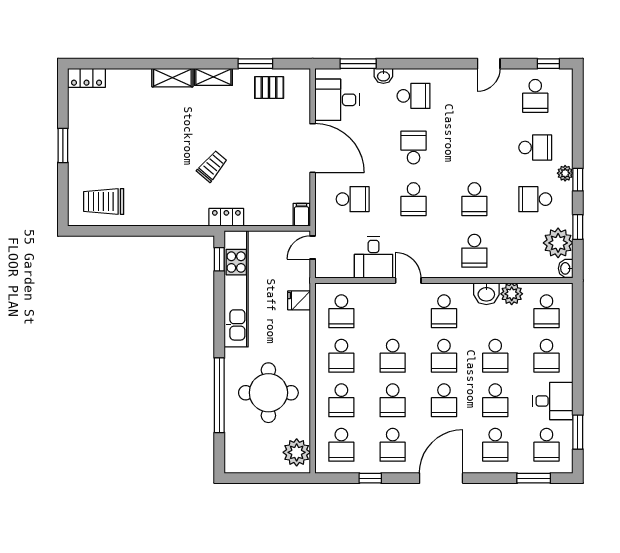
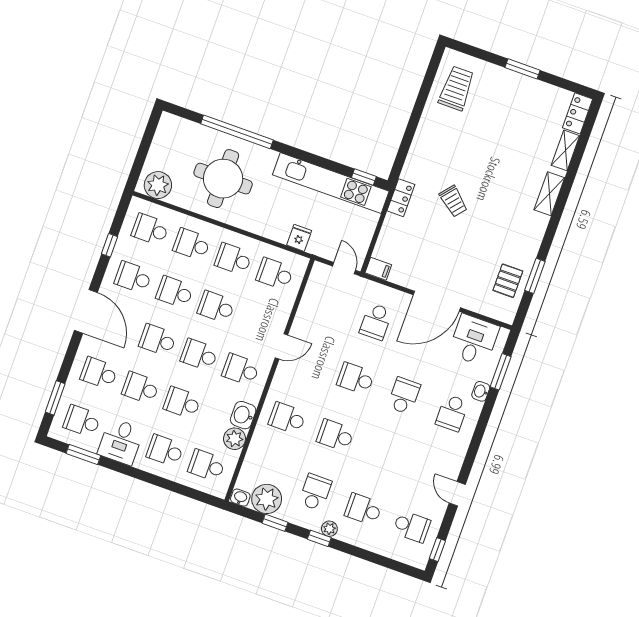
shelving: (213, 77) -> (565, 150), moved
school desk: (535, 96) -> (412, 527), turned 180
school desk: (414, 147) -> (404, 396), turned -90
school desk: (535, 147) -> (363, 509), turned 90
desk: (374, 258) -> (314, 322), removed

